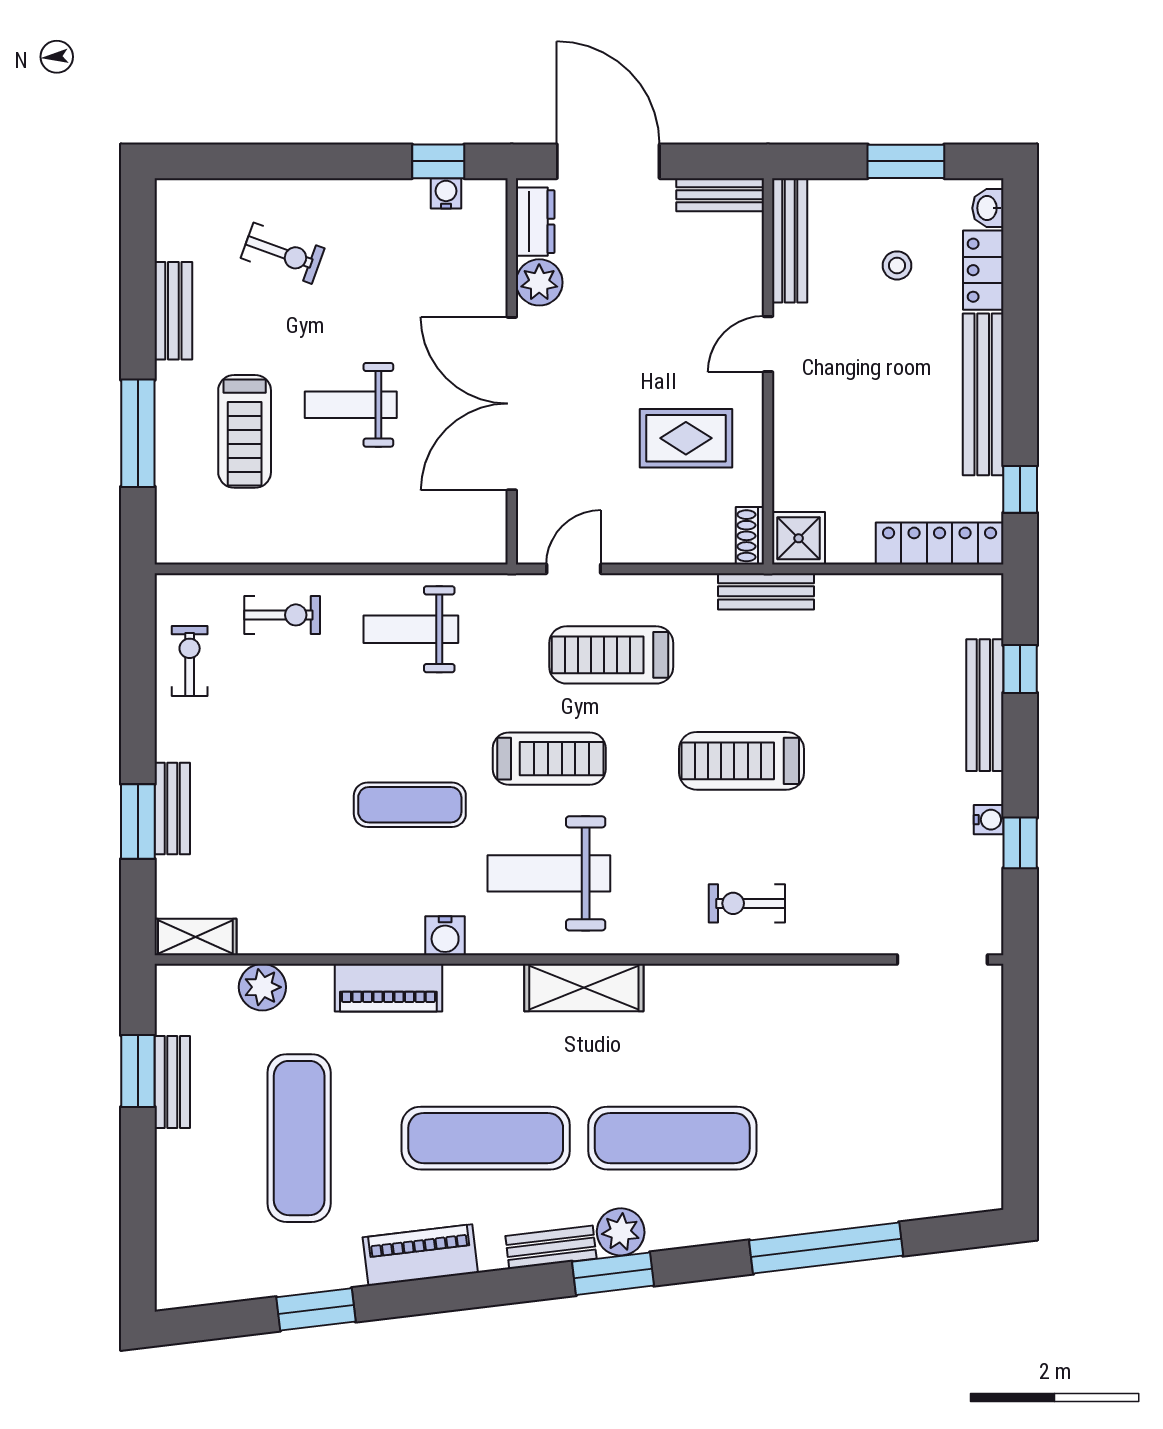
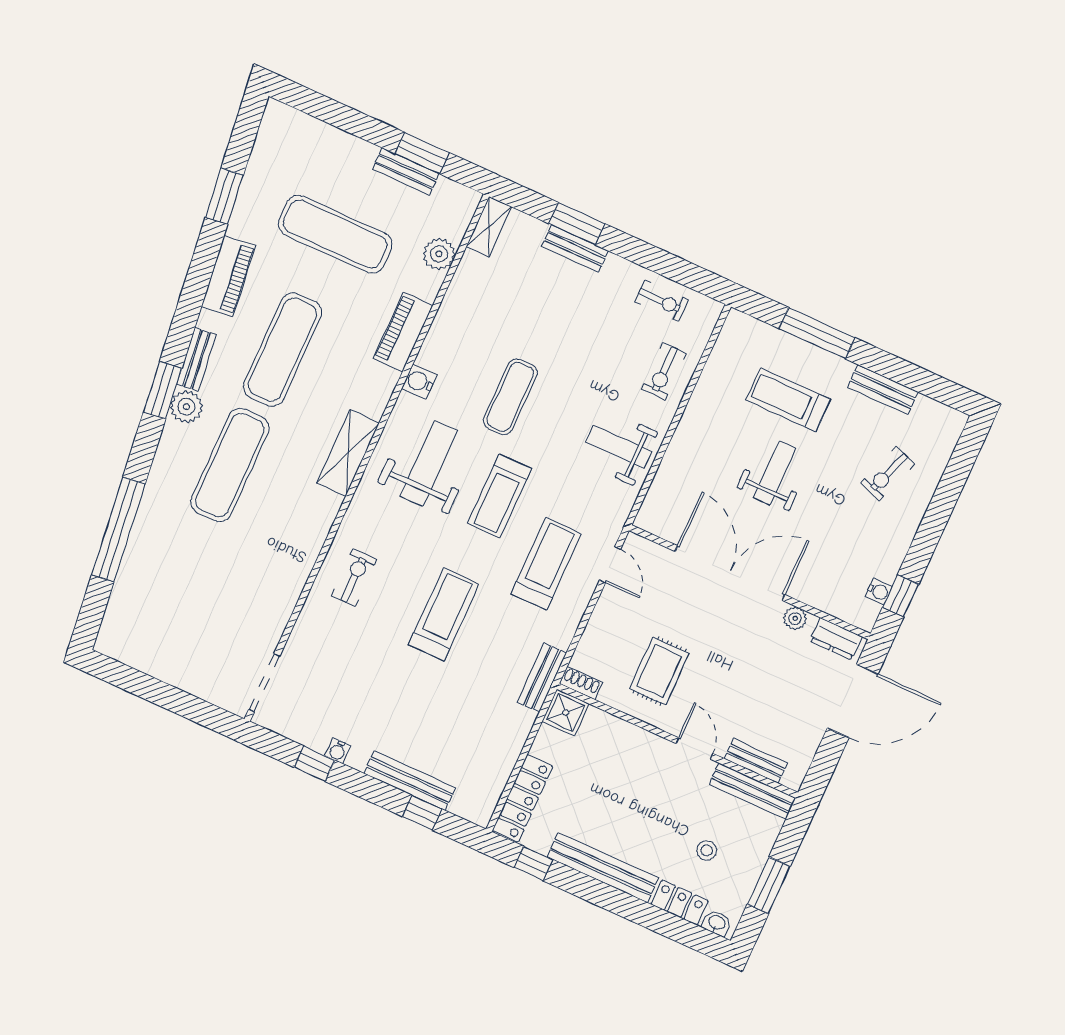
bench: (720, 195) -> (756, 761), moved, turned 90
plant: (539, 282) -> (795, 618), width x0.73, depth x0.73
weight bench: (411, 629) -> (619, 447), turned -90

